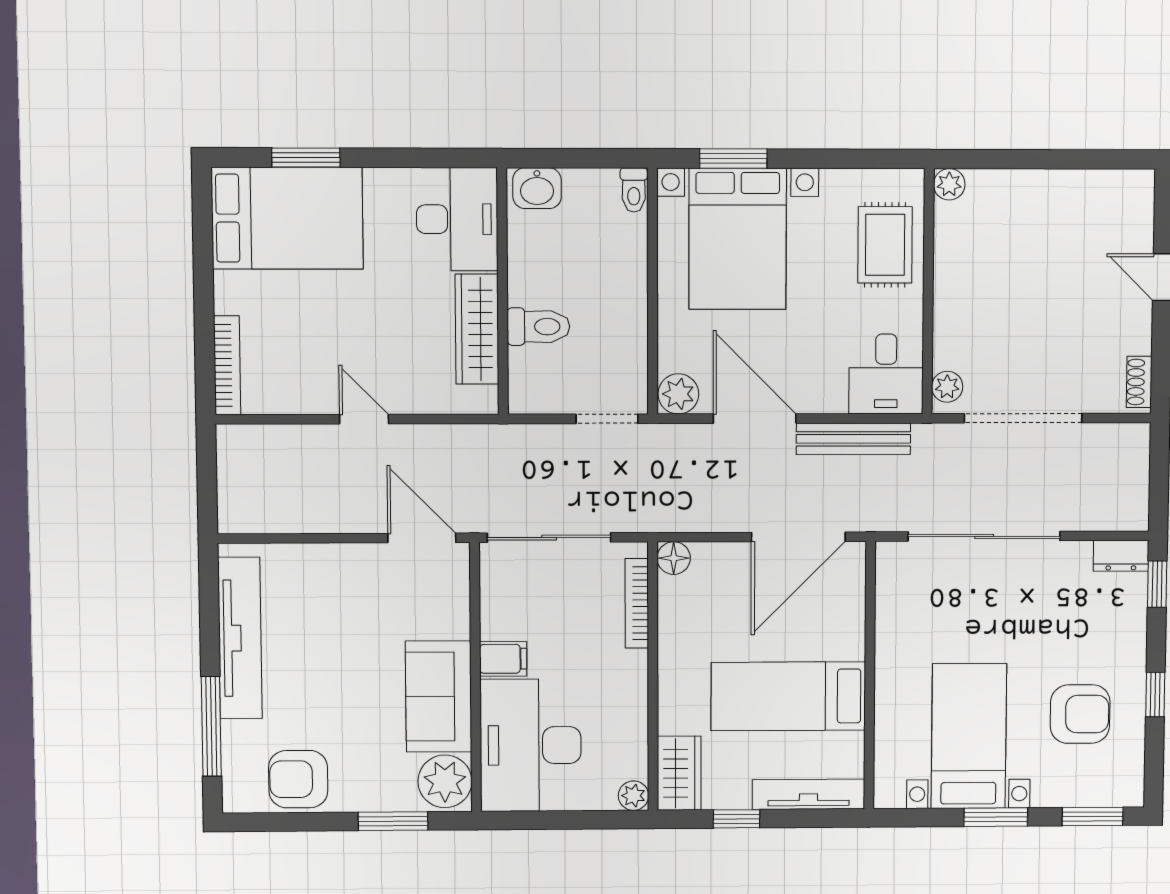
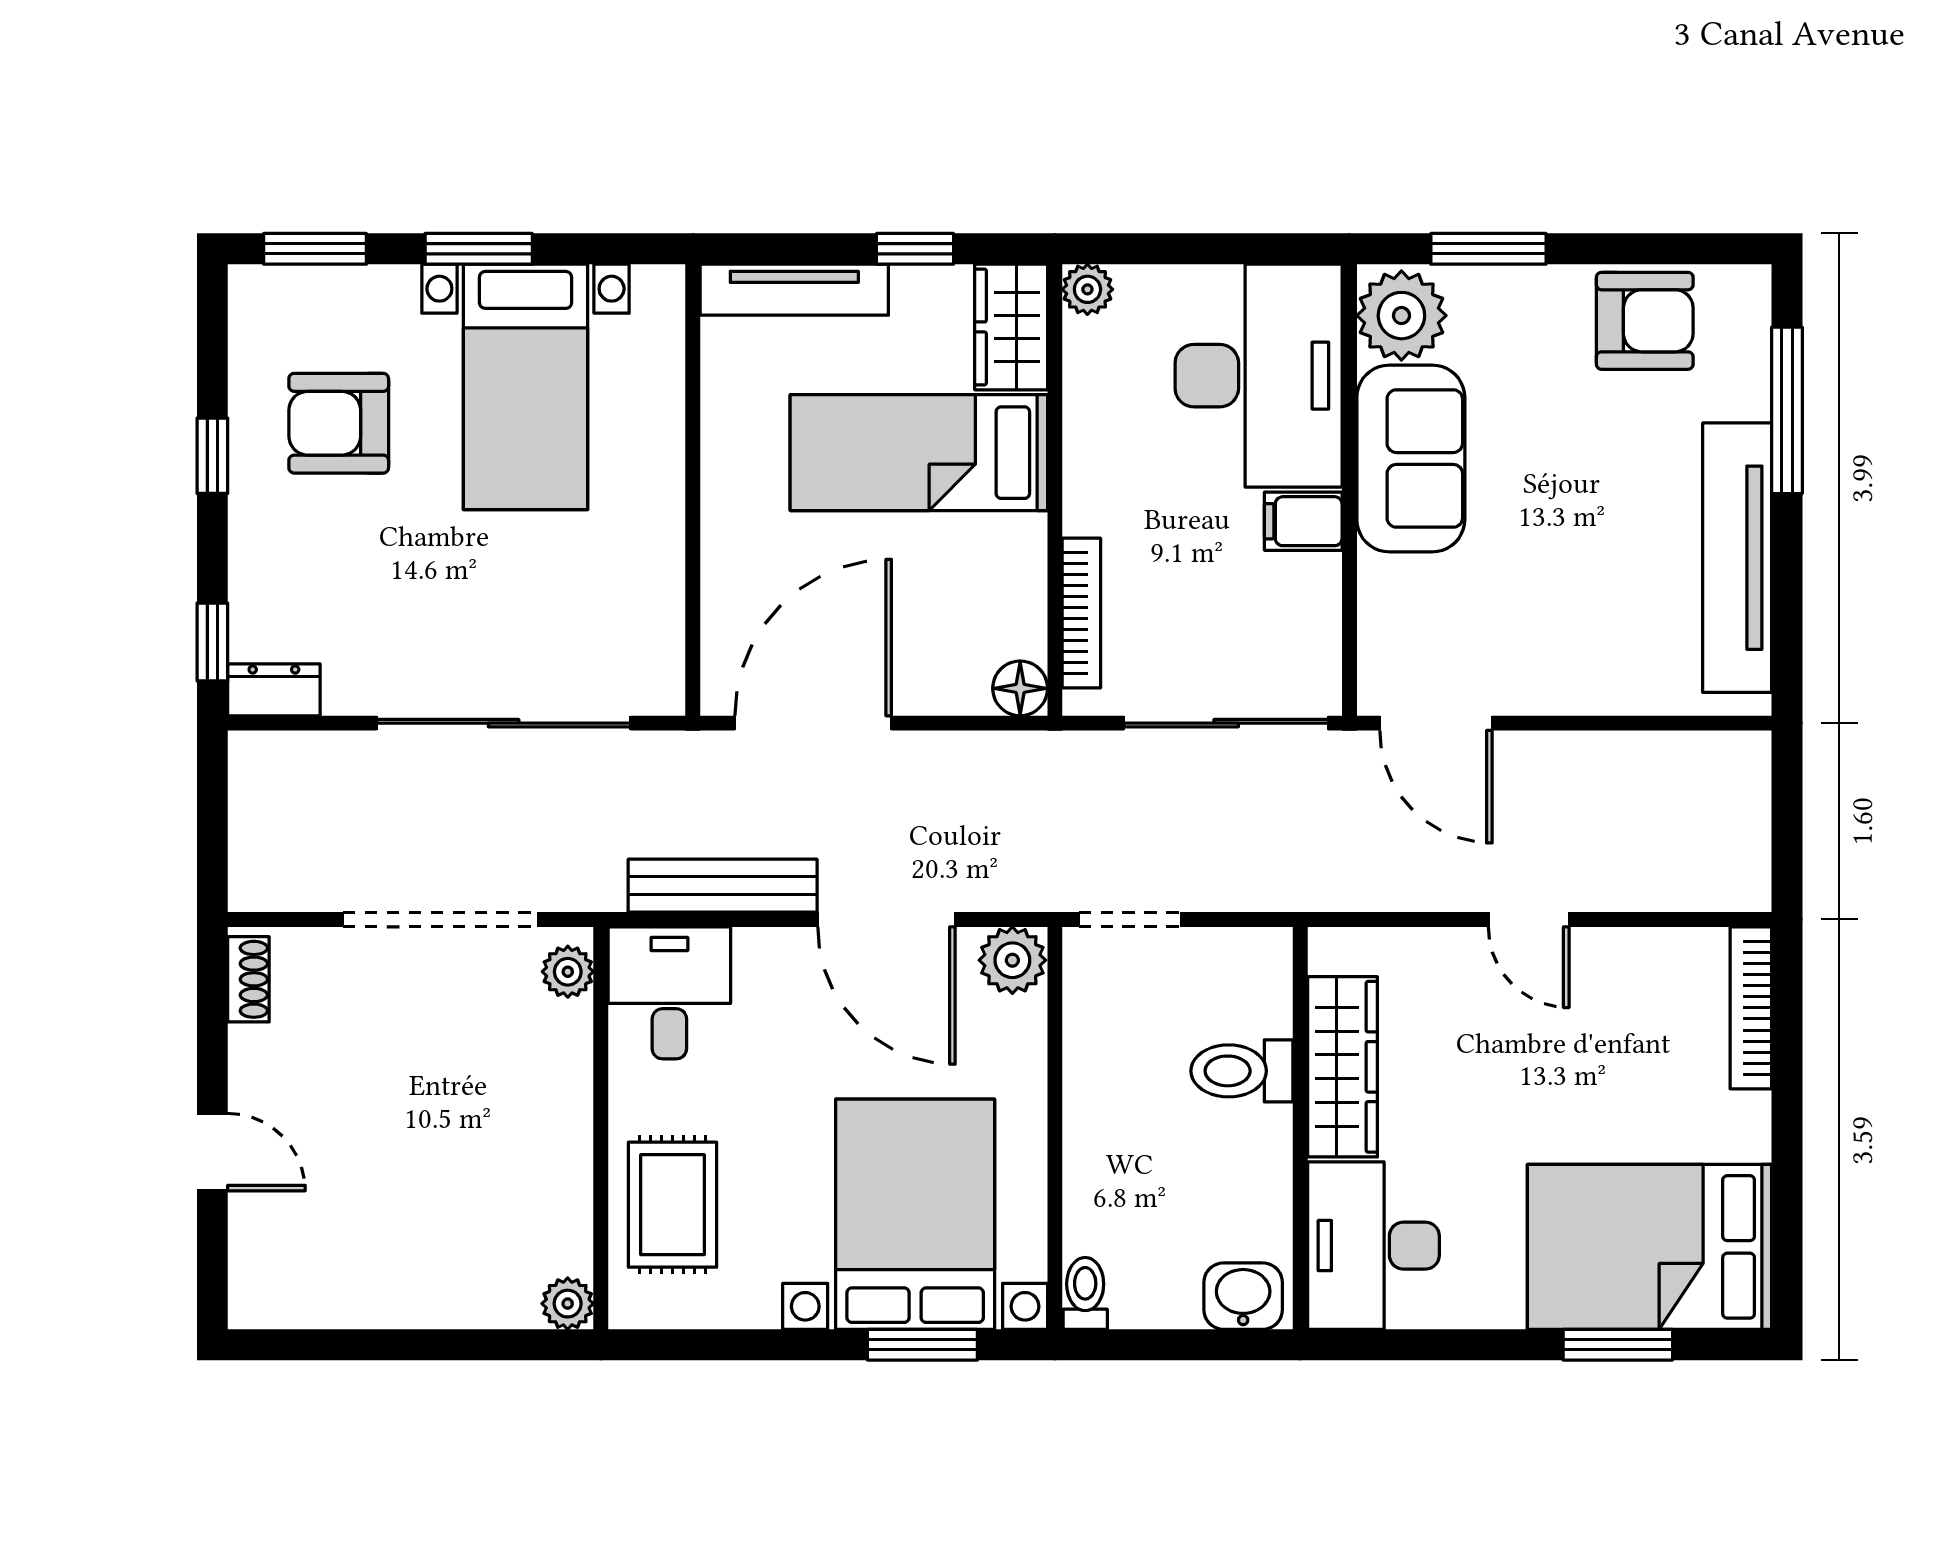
bed: (788, 696) -> (919, 453), moved, turned 180

